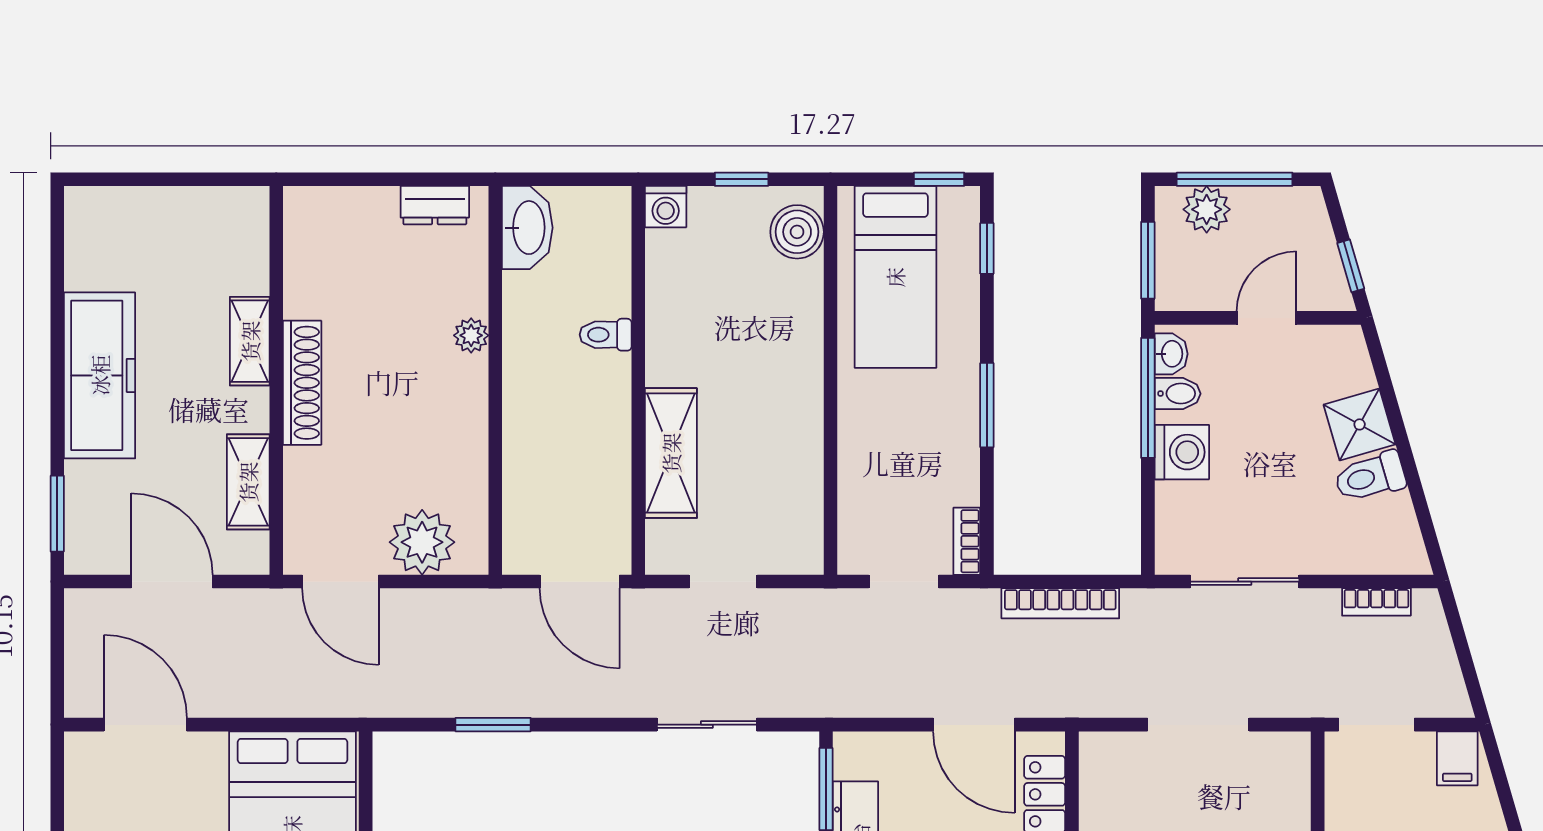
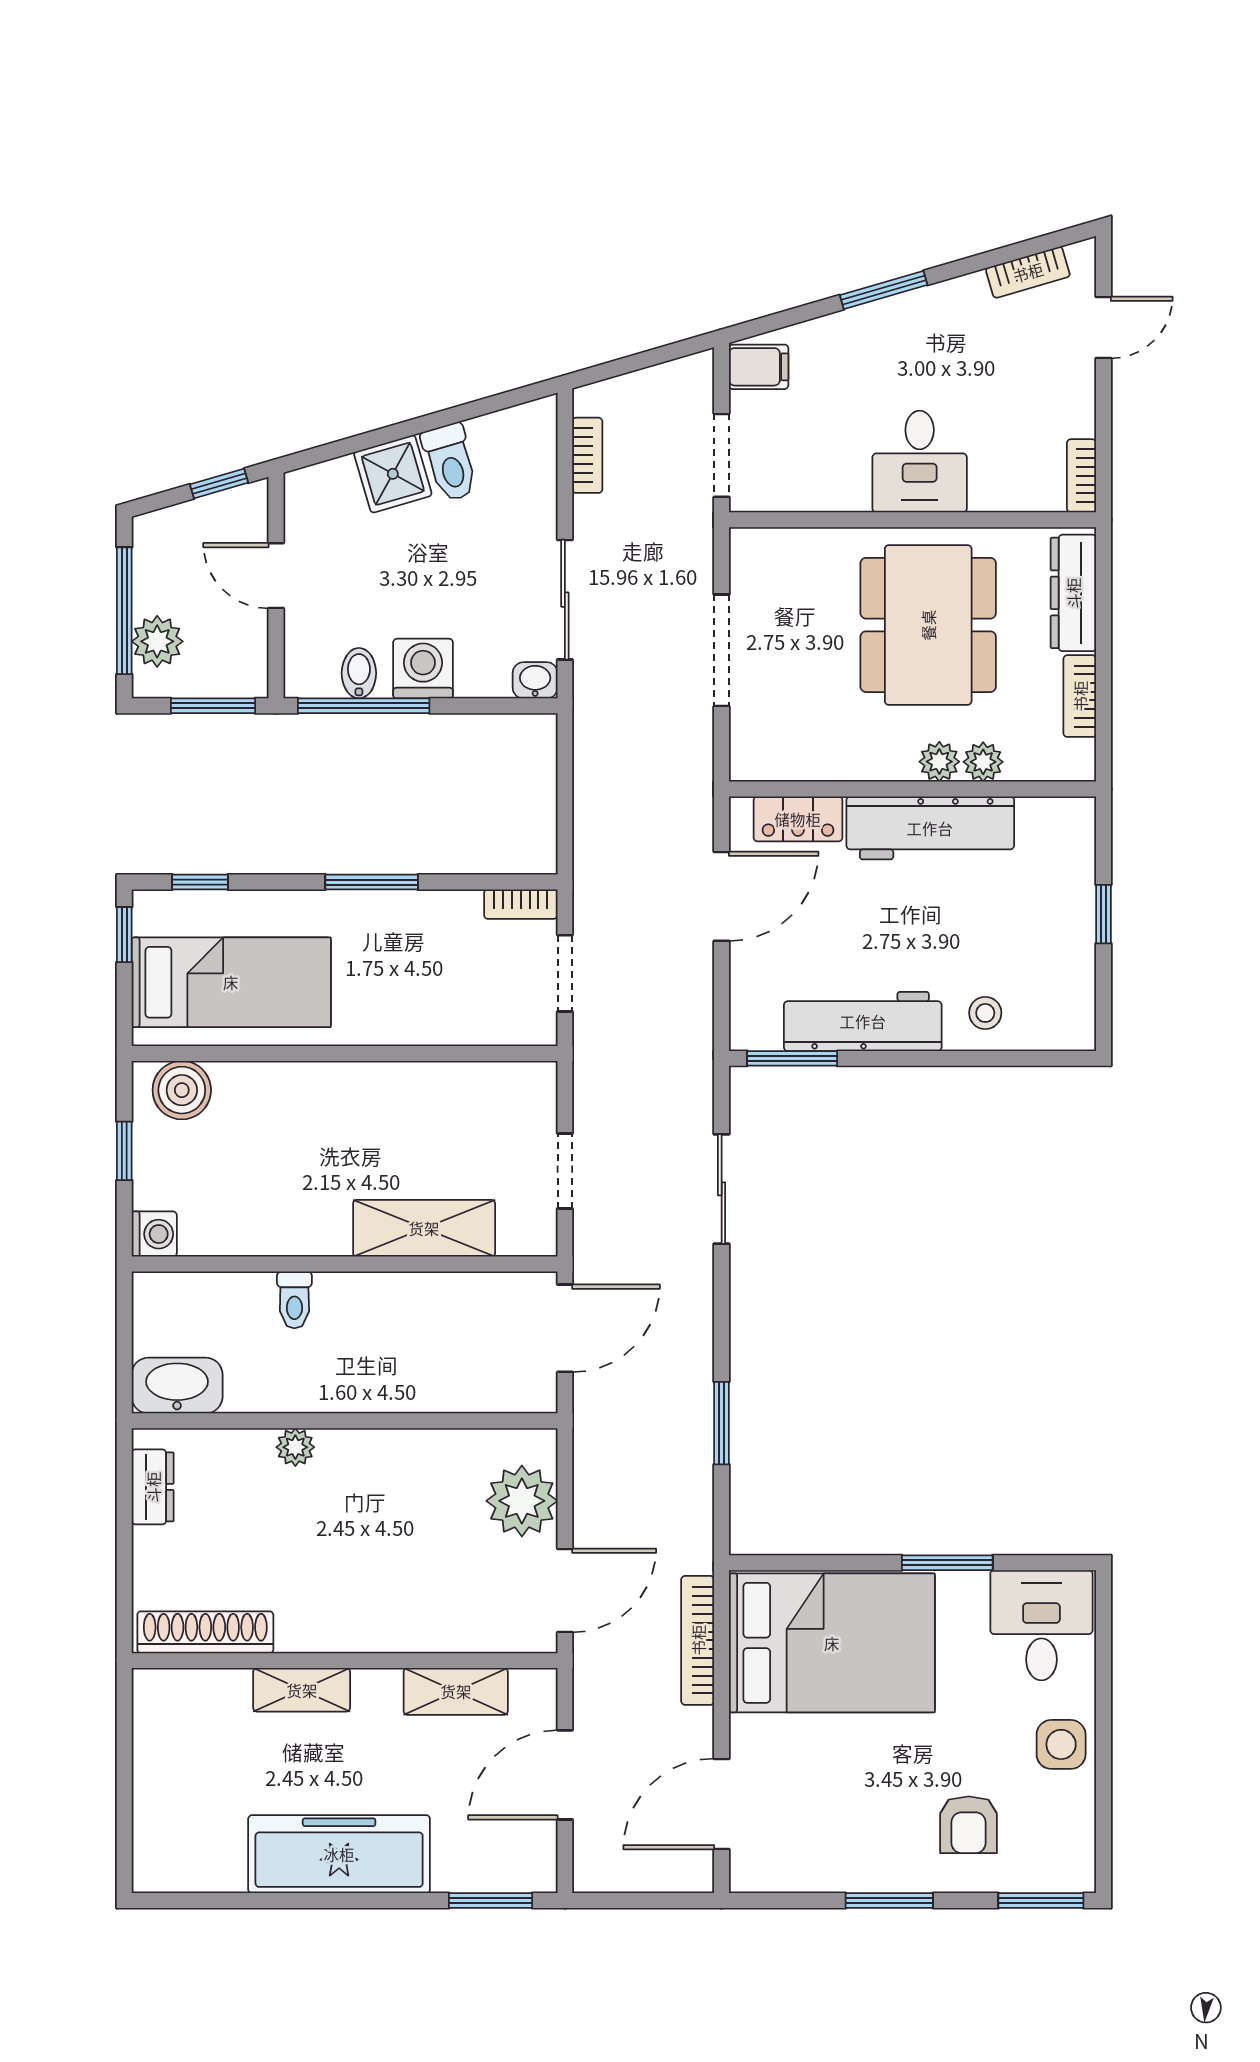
washbasin: (1171, 354) -> (535, 680), moved
shoe rack: (302, 383) -> (205, 1632), moved
bookcase: (1060, 603) -> (698, 1640), moved, turned 180

